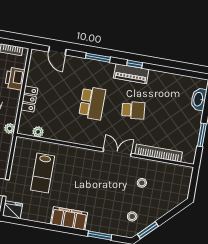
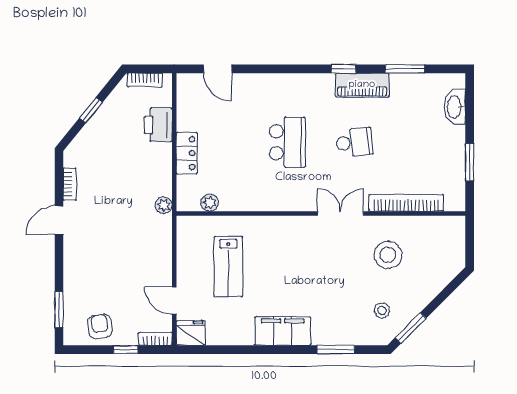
window: (98, 58) -> (405, 69), moved
piano: (131, 74) -> (362, 85), moved
stool: (142, 183) -> (388, 255), width x1.89, depth x1.89

